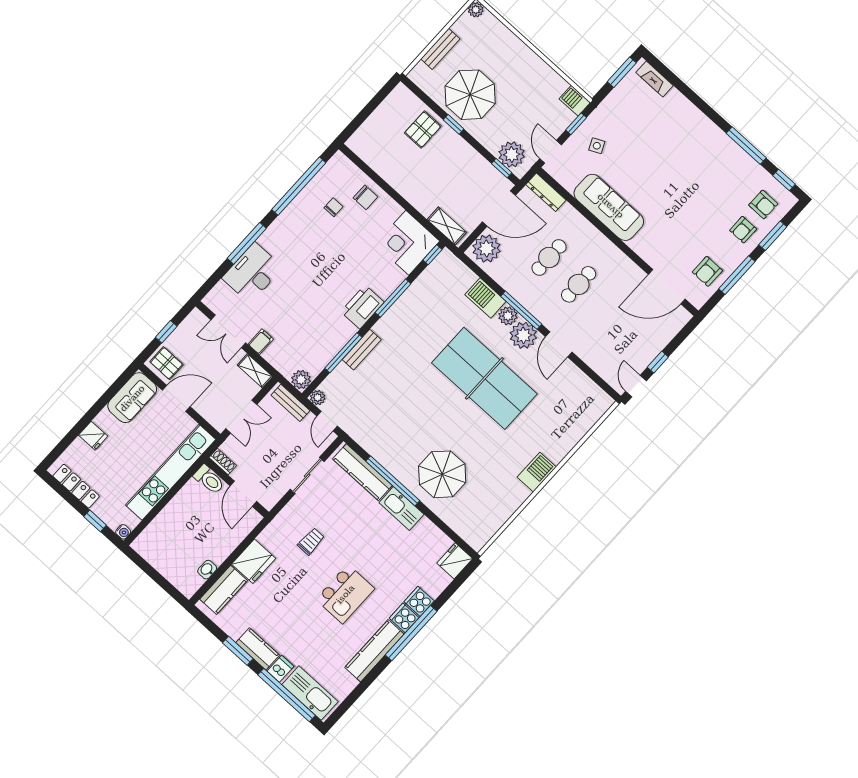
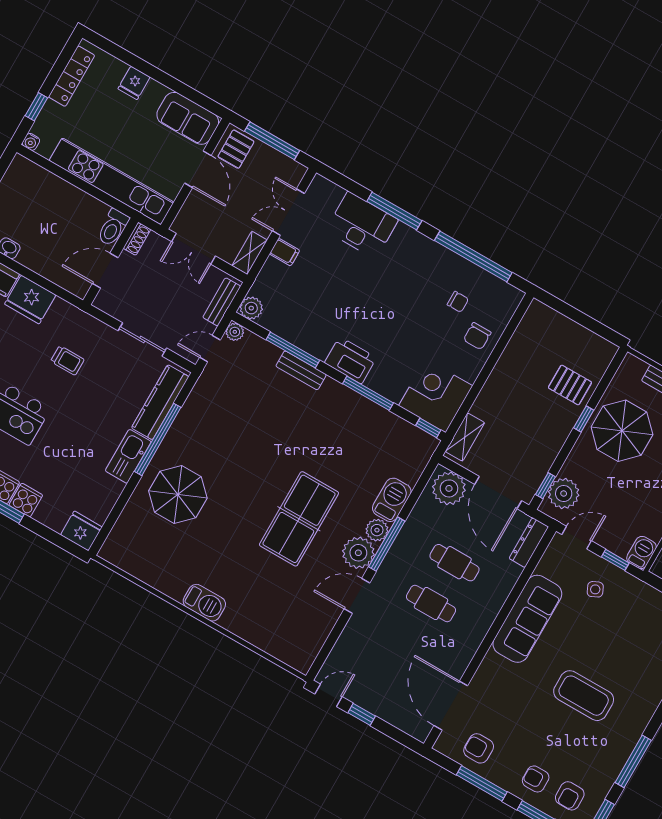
coffee table: (683, 175) -> (584, 696), added
window: (166, 332) -> (272, 141), width x2.17
table tennis table: (484, 378) -> (299, 519), width x0.73, depth x0.76

